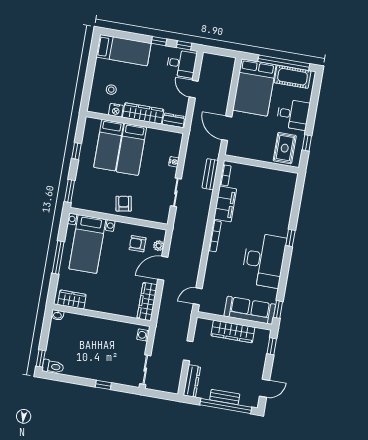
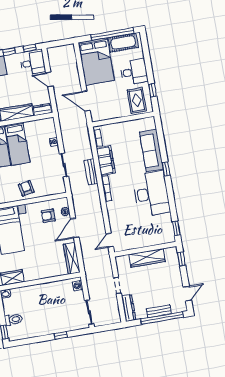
bench: (210, 174) -> (91, 172), moved
sofa: (250, 310) -> (151, 151), moved, turned -90
toilet: (53, 367) -> (13, 320), moved

